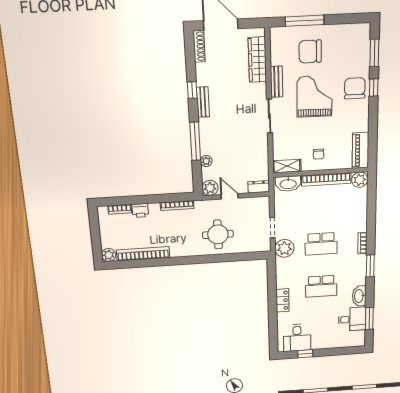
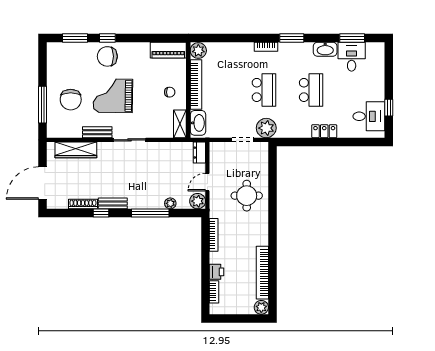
shoe rack: (199, 46) -> (83, 204), moved

